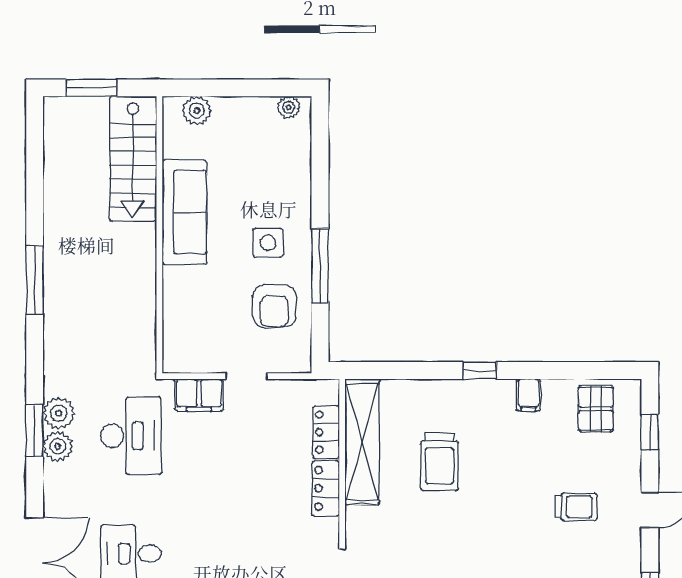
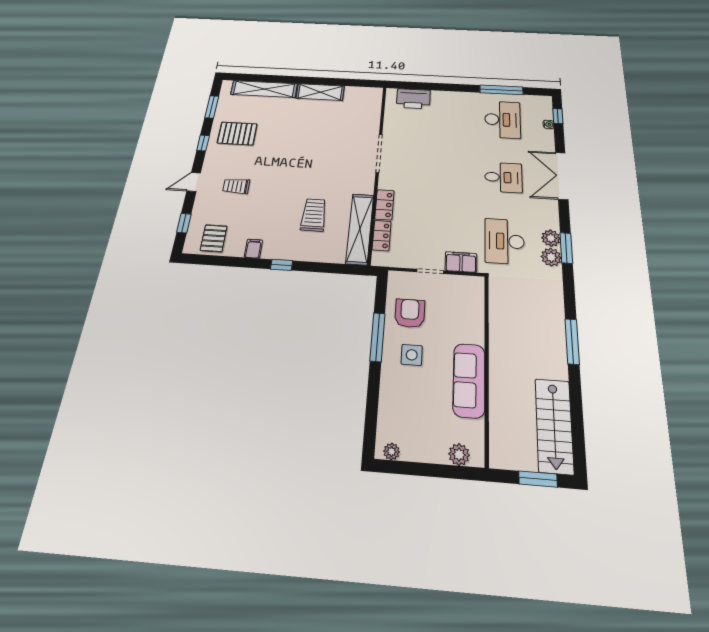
stairs: (133, 159) -> (554, 426), moved, turned 180

